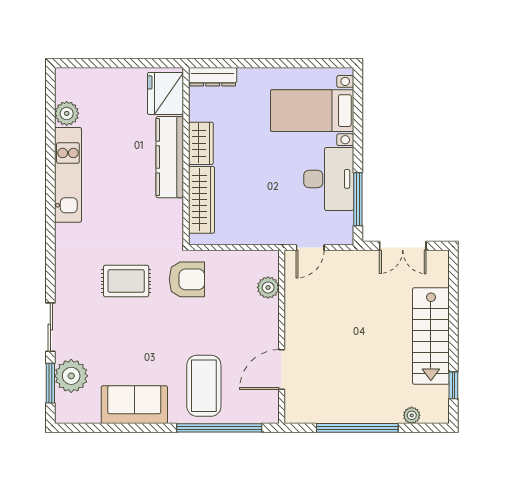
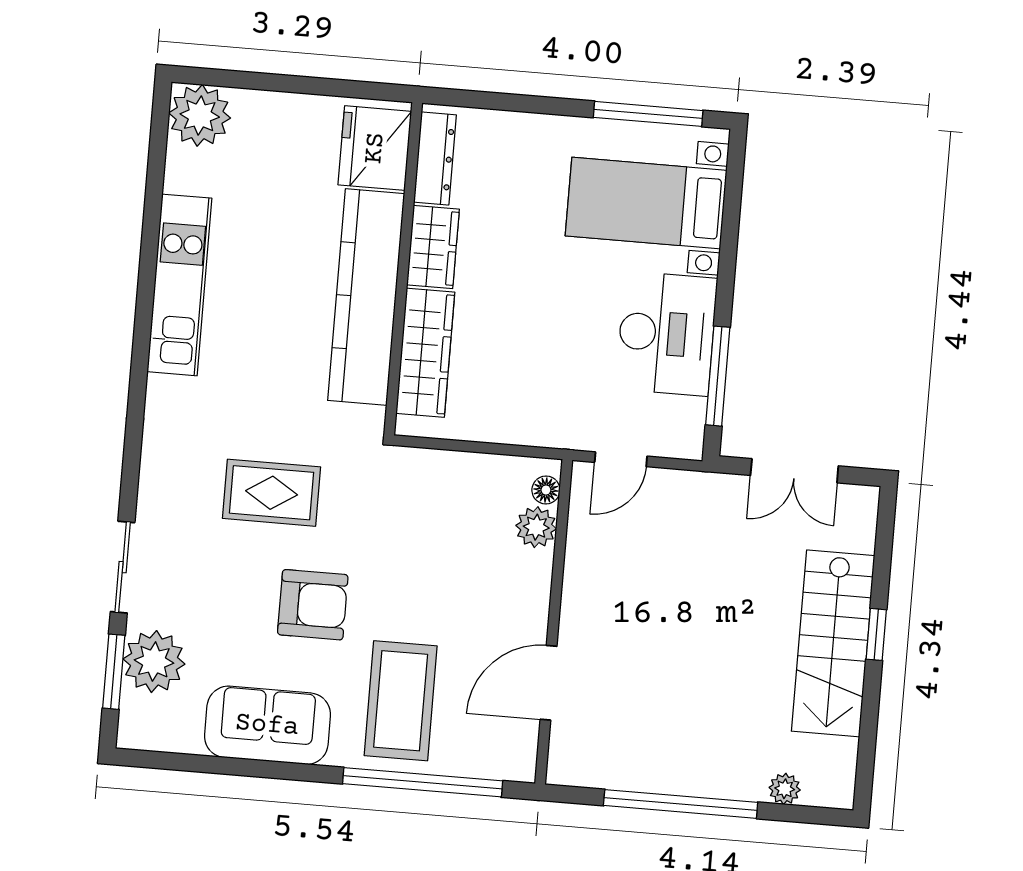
window: (309, 63) -> (648, 114), added
dresser: (213, 77) -> (435, 159), moved, turned -90
plant: (67, 113) -> (200, 115), moved, width x1.36, depth x1.36
kitchen counter: (170, 157) -> (366, 297), width x1.39, depth x1.17
floor lamp: (272, 267) -> (546, 490), added
armchair: (187, 279) -> (313, 605), moved
window: (453, 385) -> (876, 634), moved

